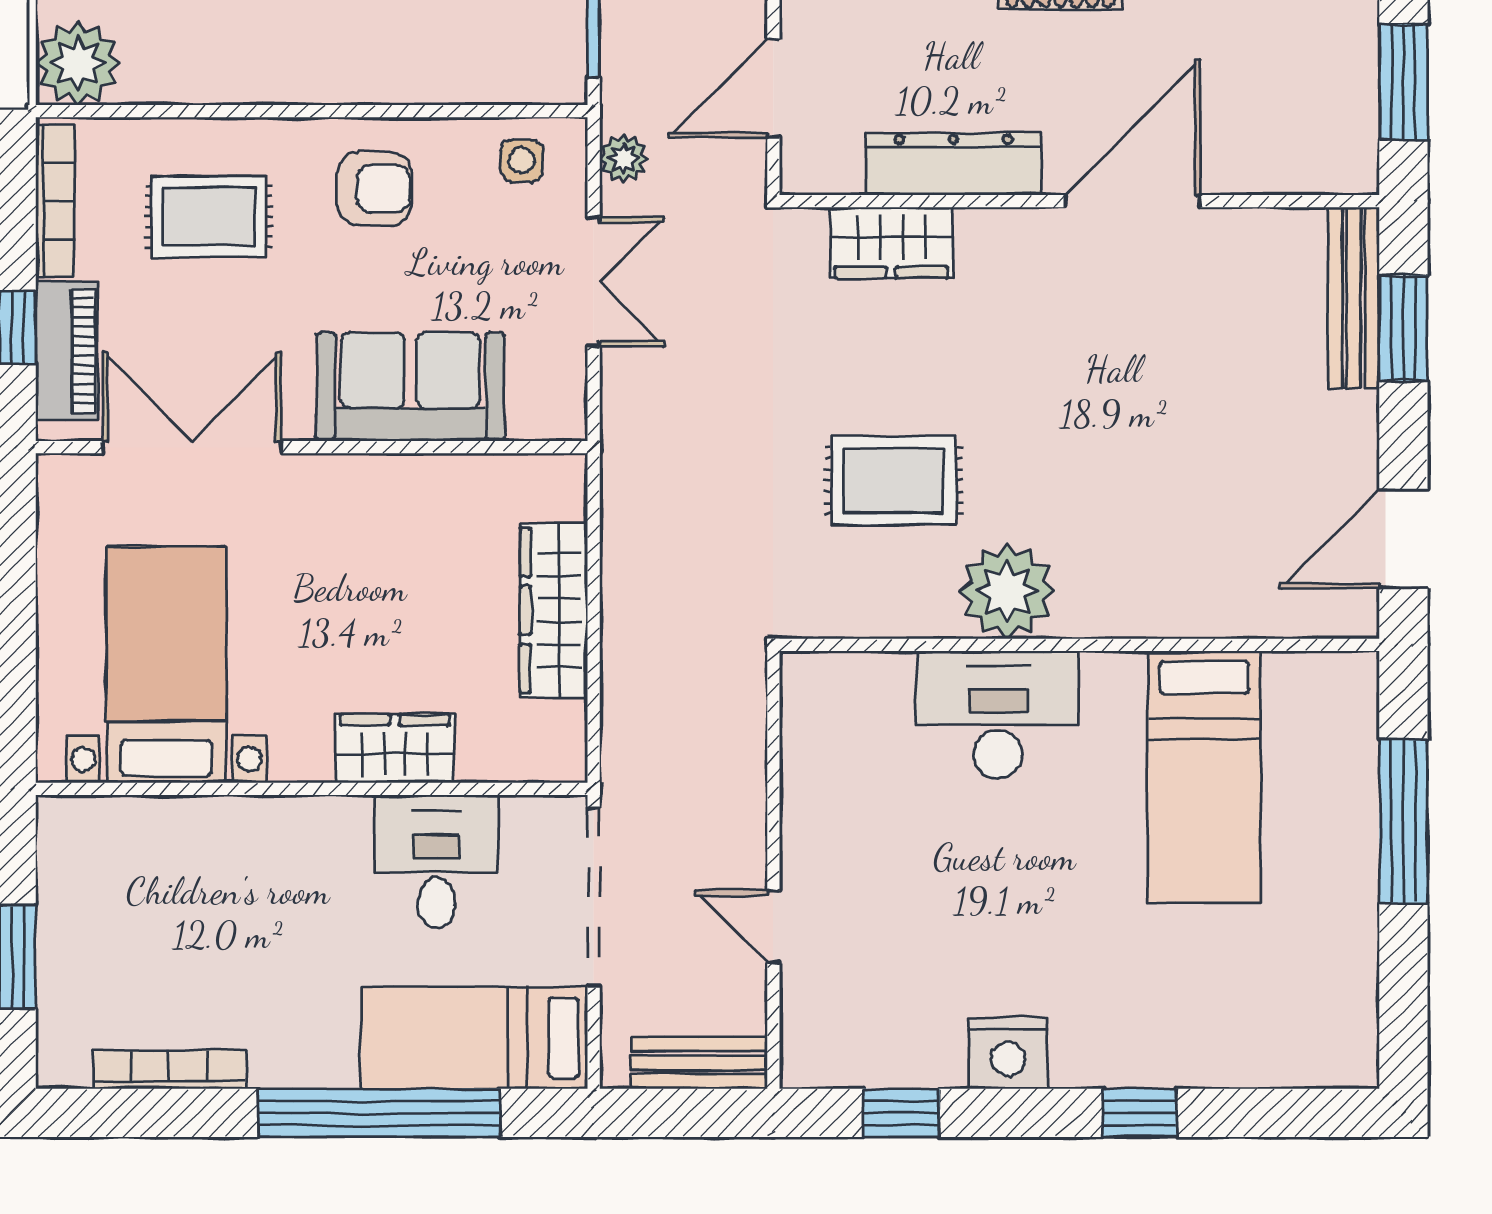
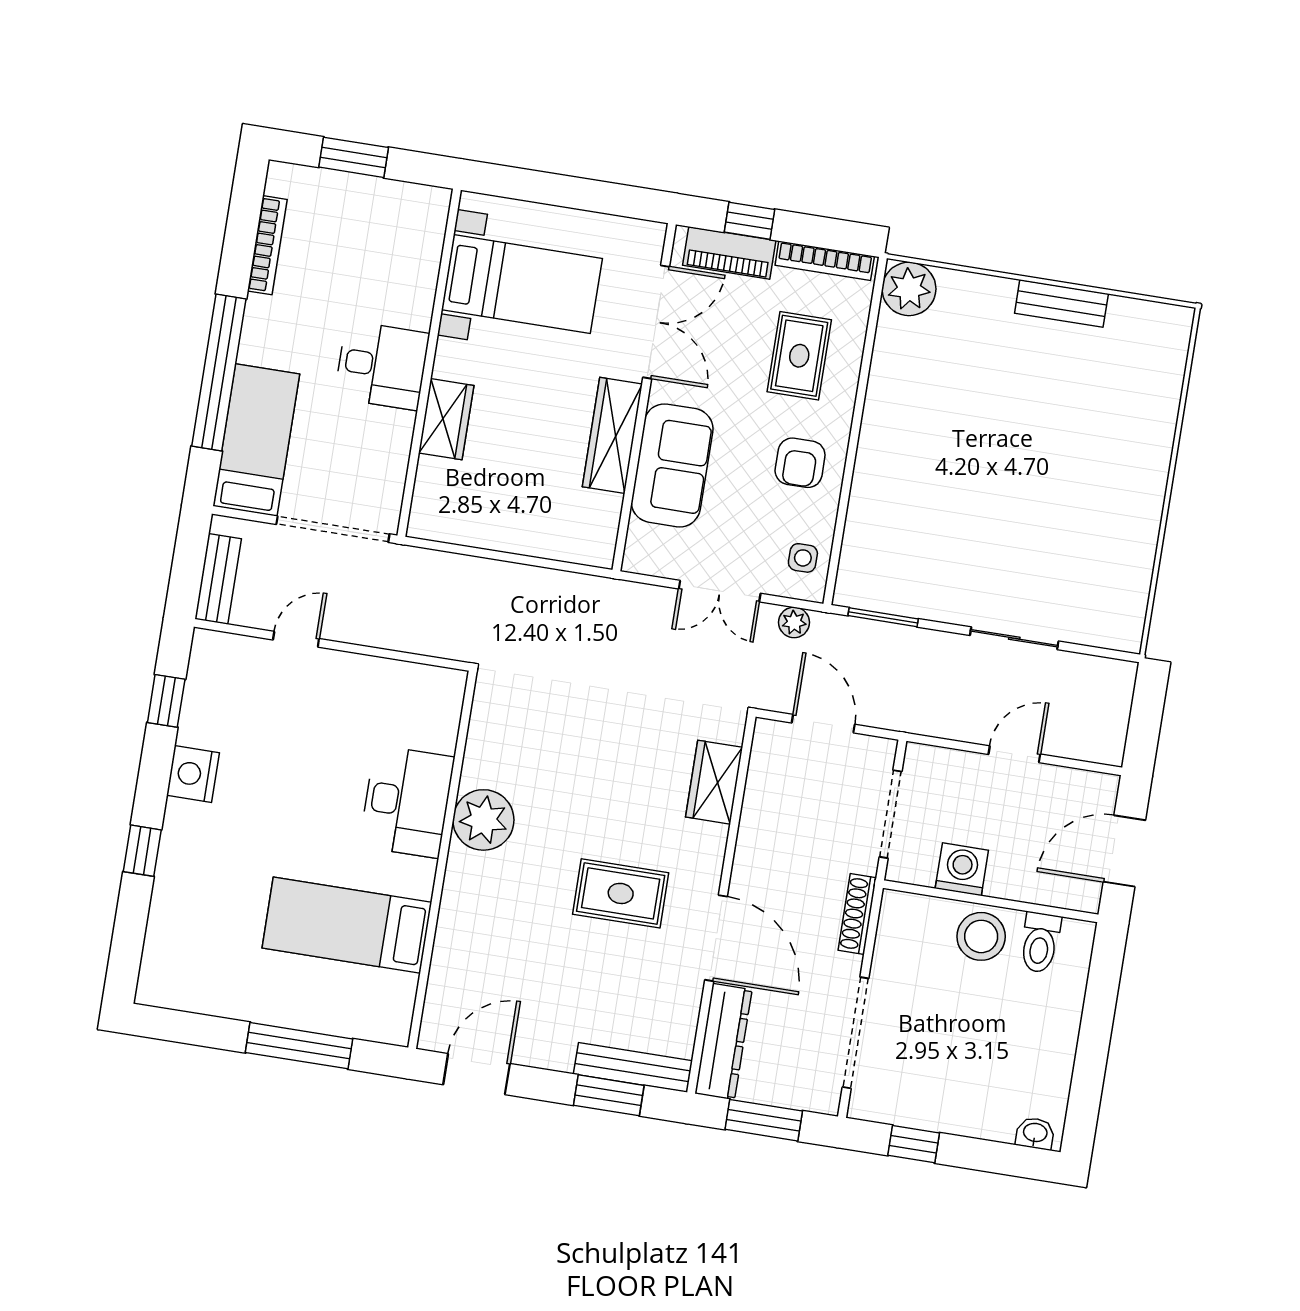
dresser: (953, 164) -> (724, 1042), moved
rug: (894, 481) -> (621, 893), moved, turned 90
door: (1403, 539) -> (477, 1074), hinge flipped
wardrobe: (554, 610) -> (612, 435), moved, turned -90
desk: (436, 862) -> (382, 365), moved

